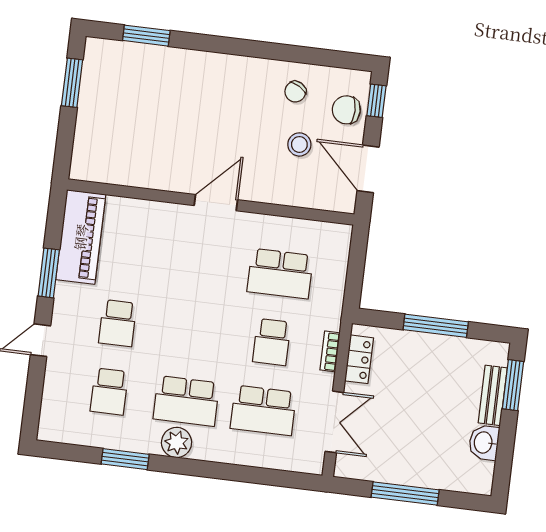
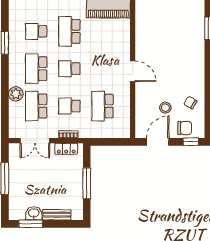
chair: (346, 110) -> (185, 128), turned 90
school desk: (118, 323) -> (69, 31), width x1.85
school desk: (195, 333) -> (69, 69), added
window: (513, 385) -> (31, 224), moved
plant: (177, 442) -> (16, 94), moved

